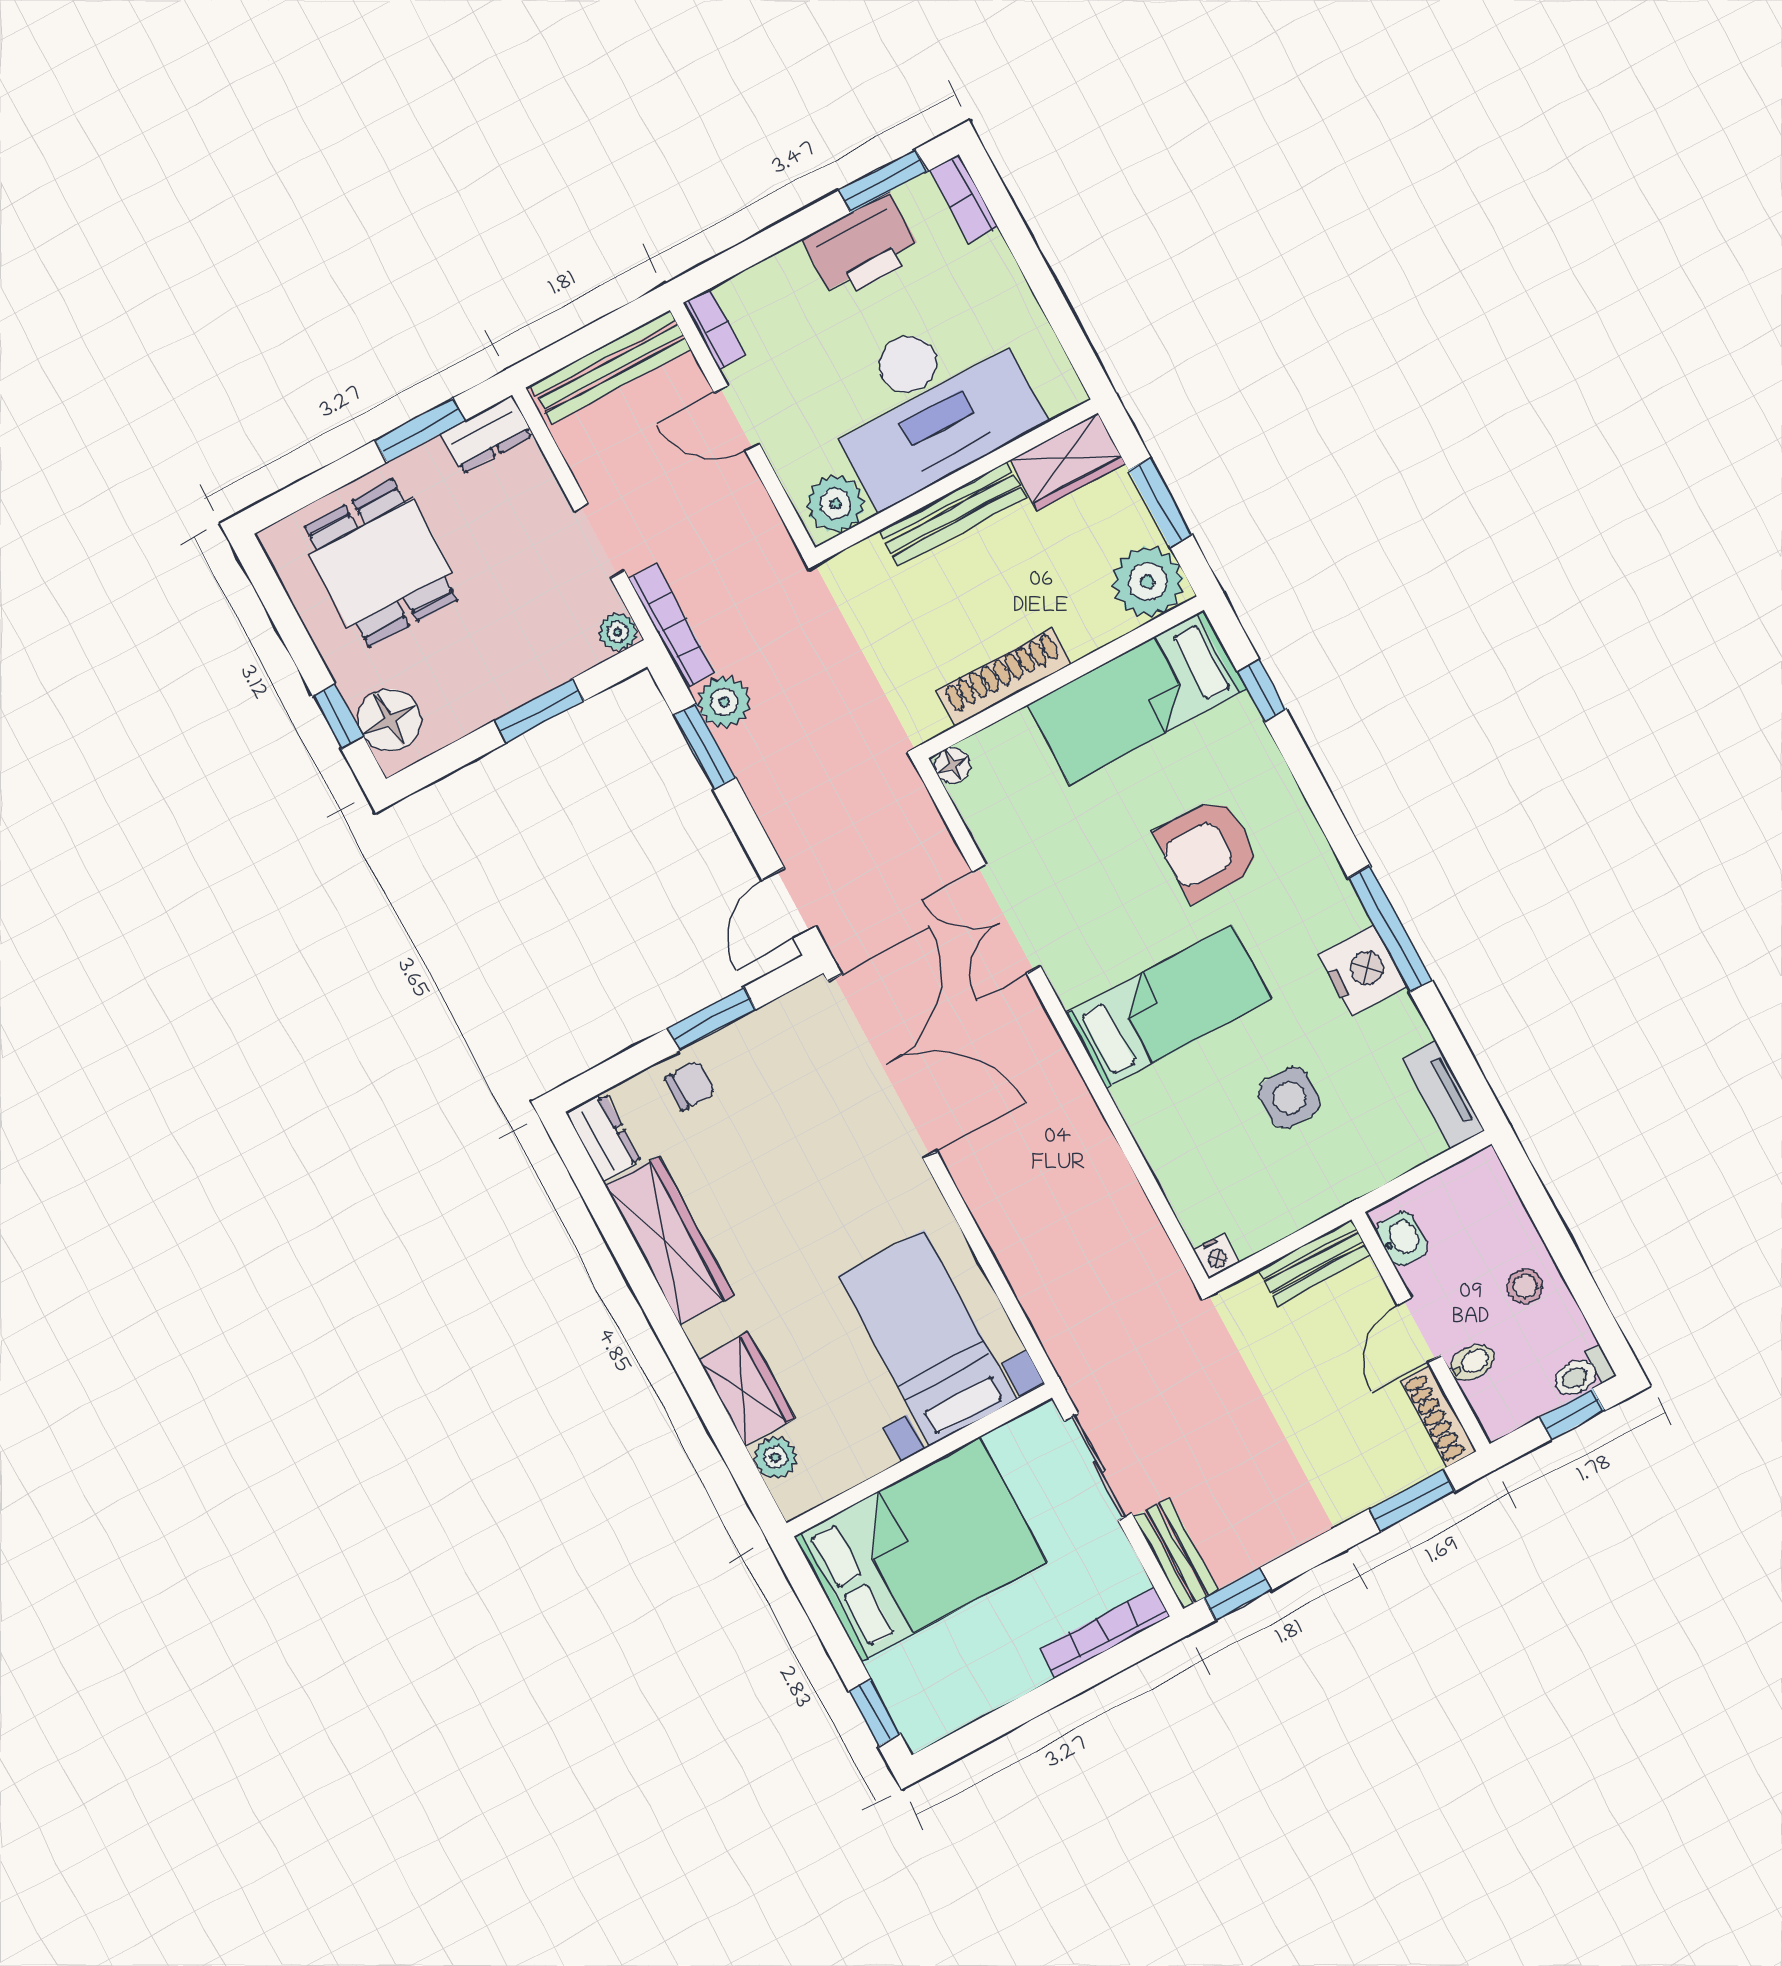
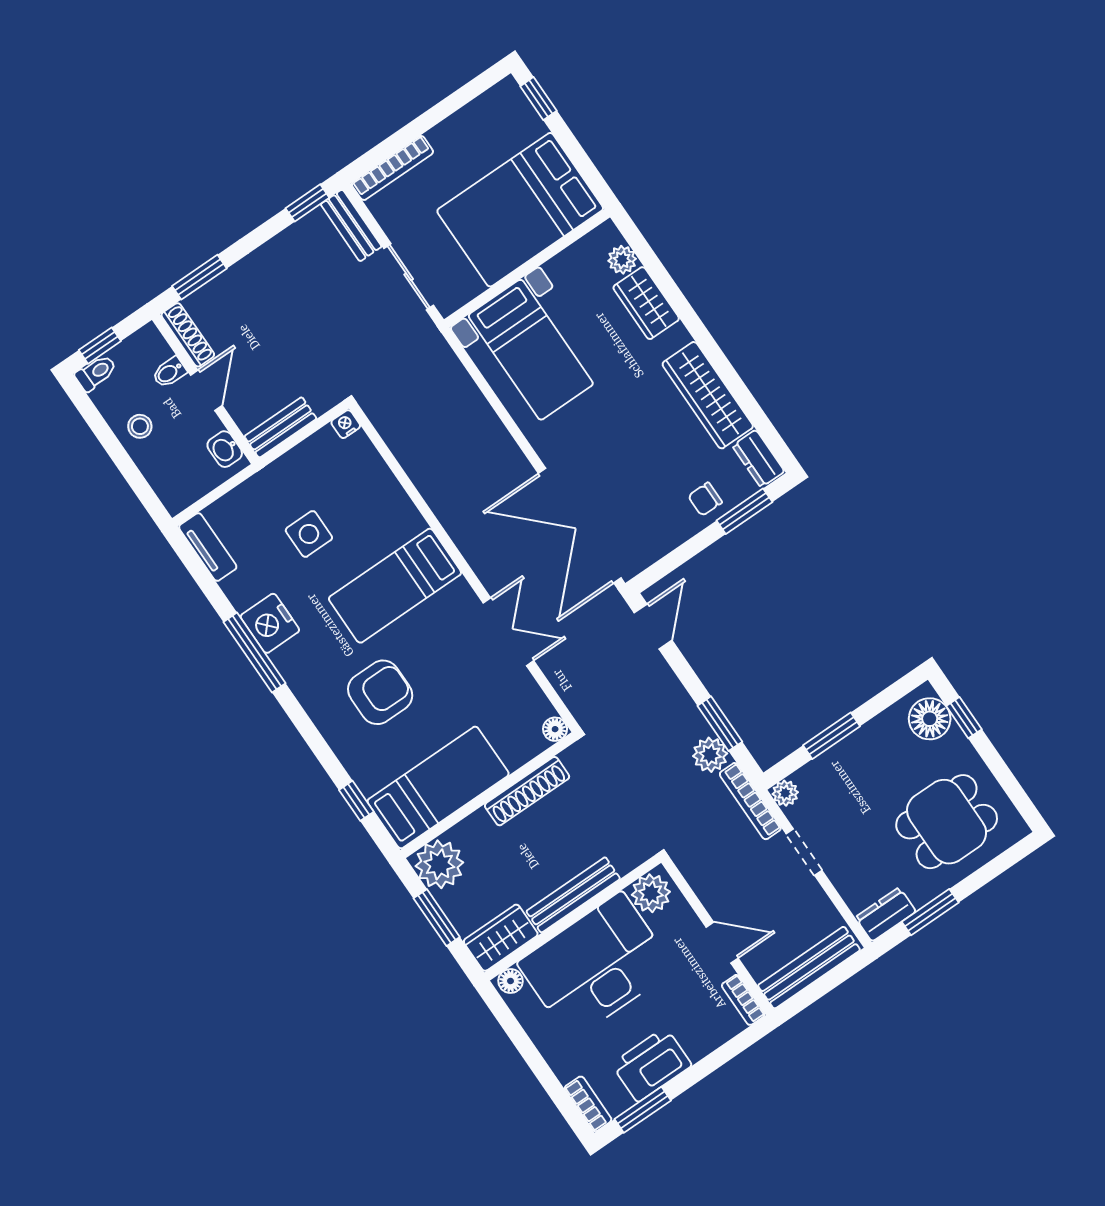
floor lamp: (1060, 395) -> (510, 981), added
dining table: (381, 563) -> (947, 822), turned 90
window: (712, 1019) -> (744, 511), moved

